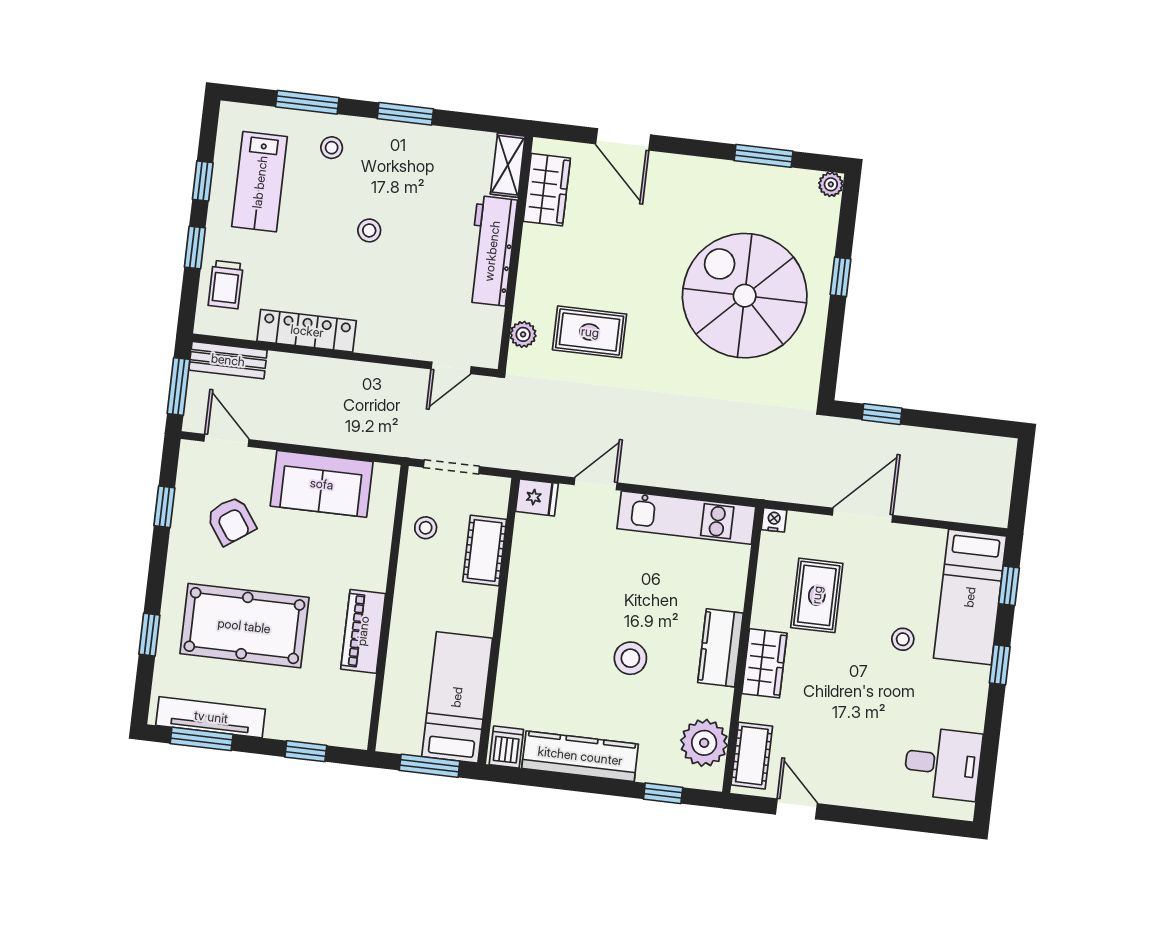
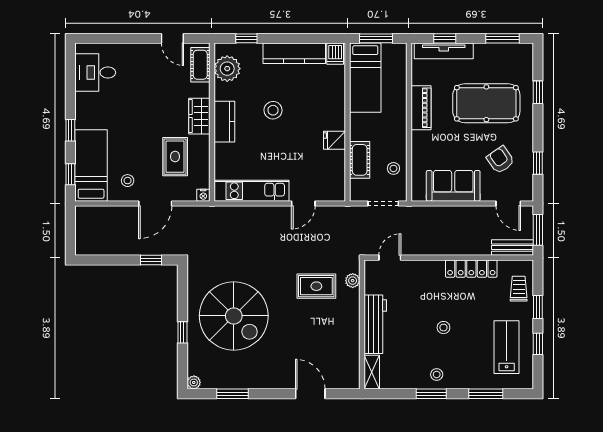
stool: (332, 148) -> (437, 374), moved
wardrobe: (547, 190) -> (349, 361), removed
fridge: (537, 497) -> (335, 140), moved
stool: (903, 639) -> (128, 181), moved
tv unit: (211, 717) -> (444, 51), moved

